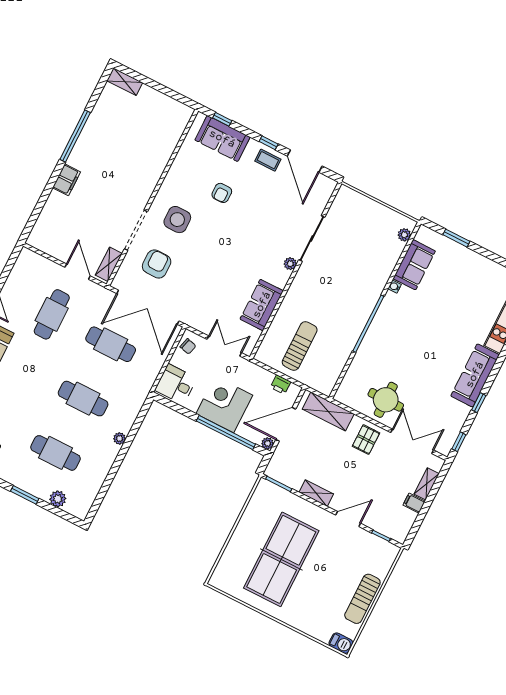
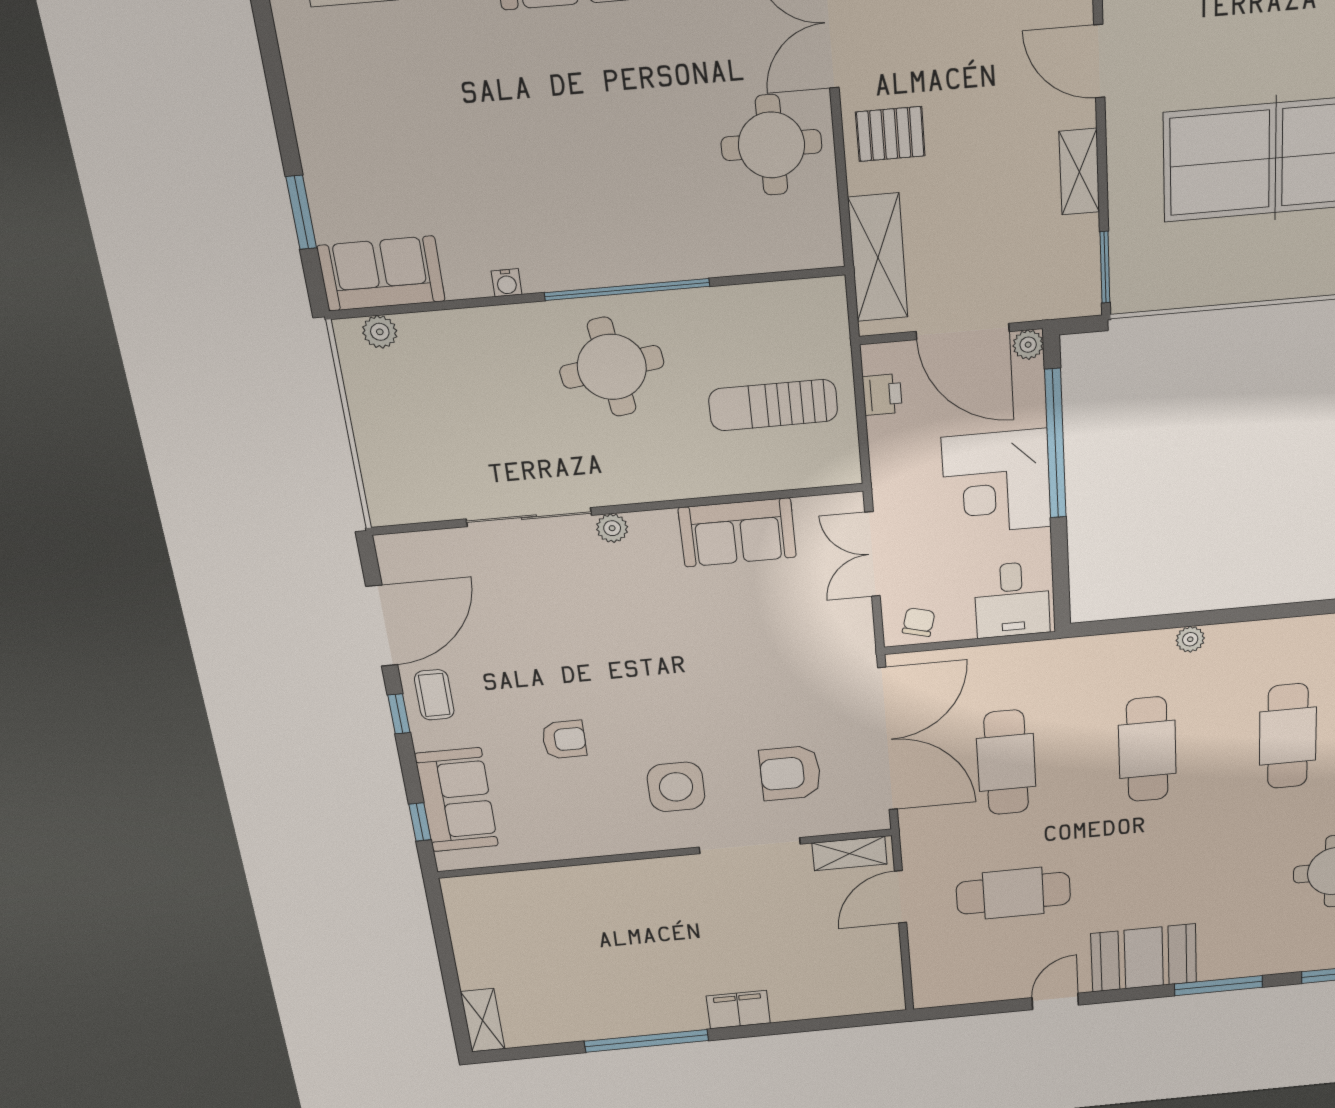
sofa: (414, 265) -> (381, 274), moved
round table: (346, 301) -> (612, 367), added

